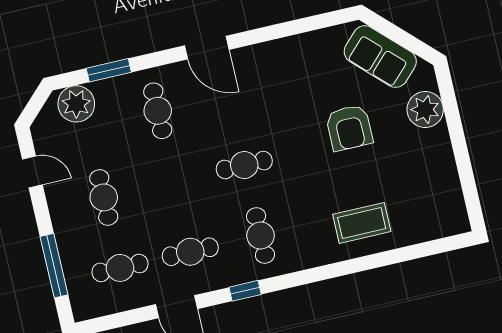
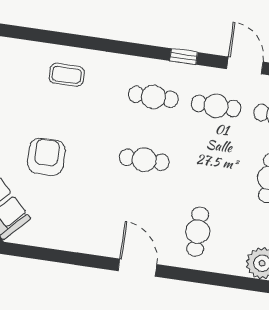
window: (109, 70) -> (225, 280), removed
coffee table: (362, 223) -> (67, 75), width x0.73, depth x0.77
cafe table: (261, 235) -> (153, 97), turned 90

